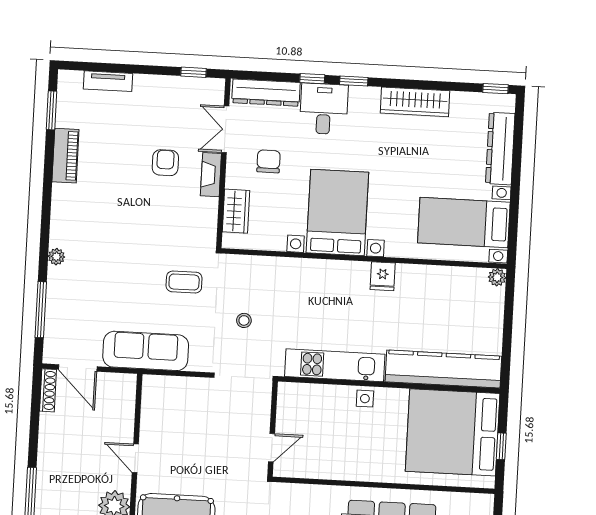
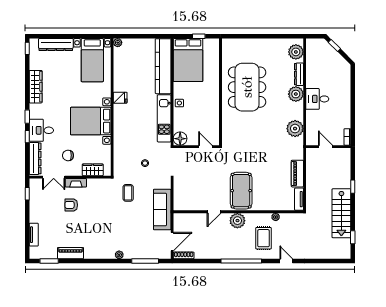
floor lamp: (291, 396) -> (180, 139), added
bed: (453, 432) -> (188, 60), width x0.73

